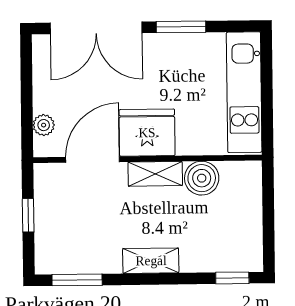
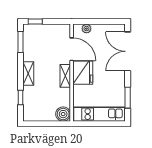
window: (181, 27) -> (128, 98), moved
boiler: (202, 178) -> (63, 114), moved
window: (28, 215) -> (35, 22), moved
window: (232, 278) -> (20, 97), moved

